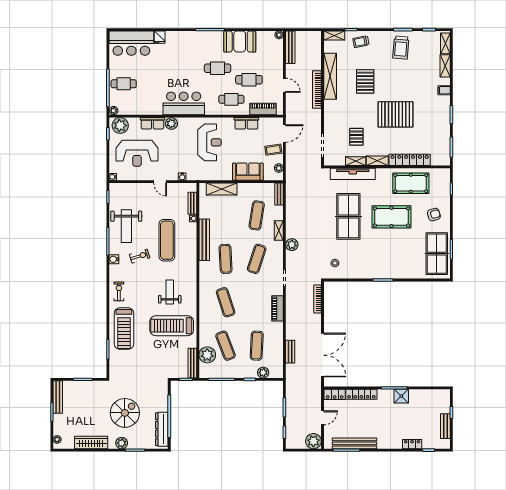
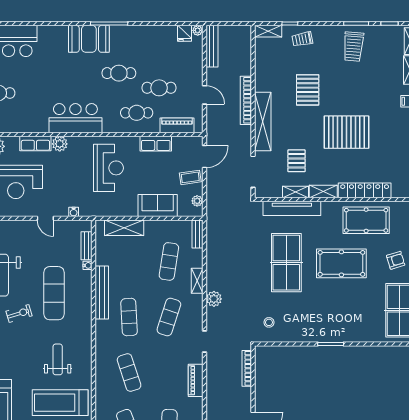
fridge: (160, 37) -> (185, 33), moved
booth: (240, 41) -> (89, 39), moved
shelving: (330, 76) -> (263, 122), moved

